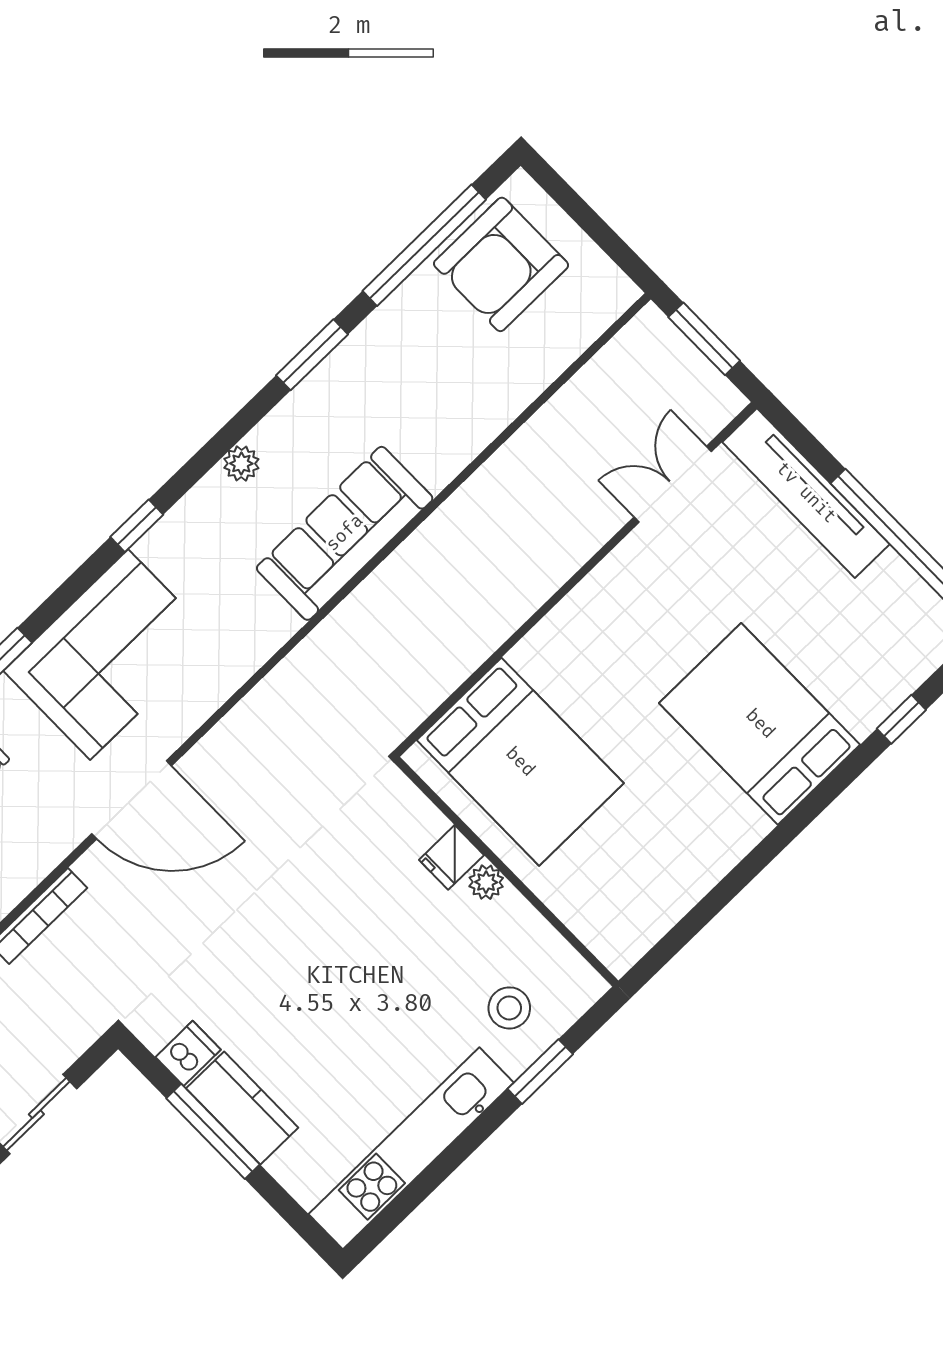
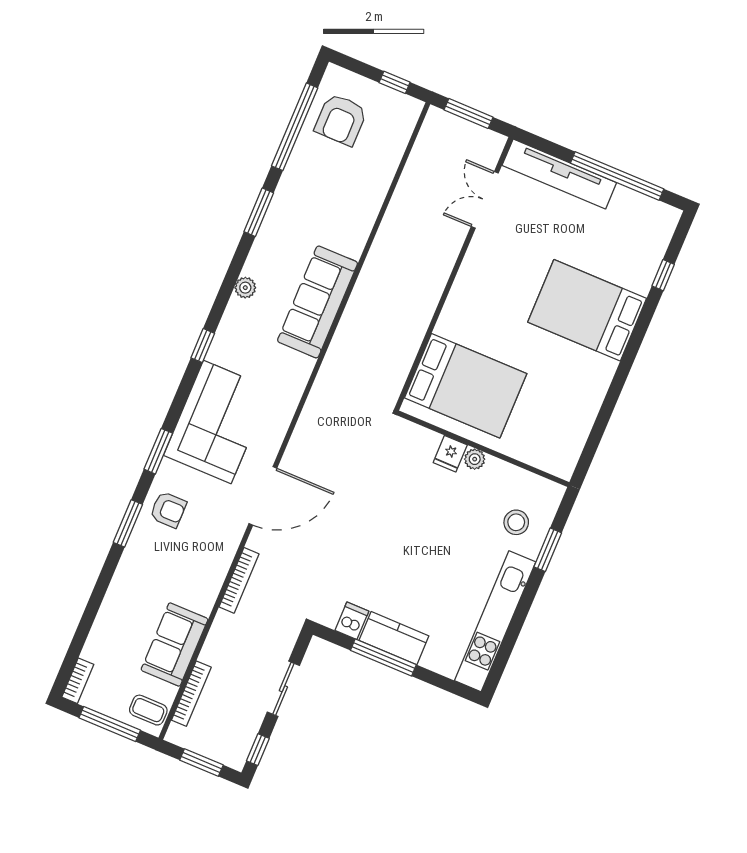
window: (609, 242) -> (395, 82), added
armchair: (501, 264) -> (341, 120), width x0.73, depth x0.73

